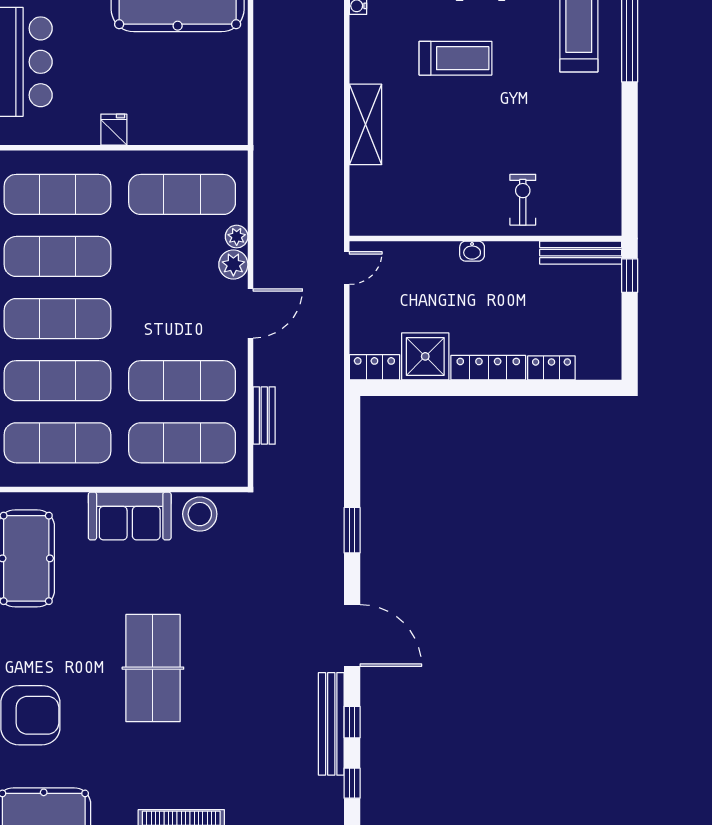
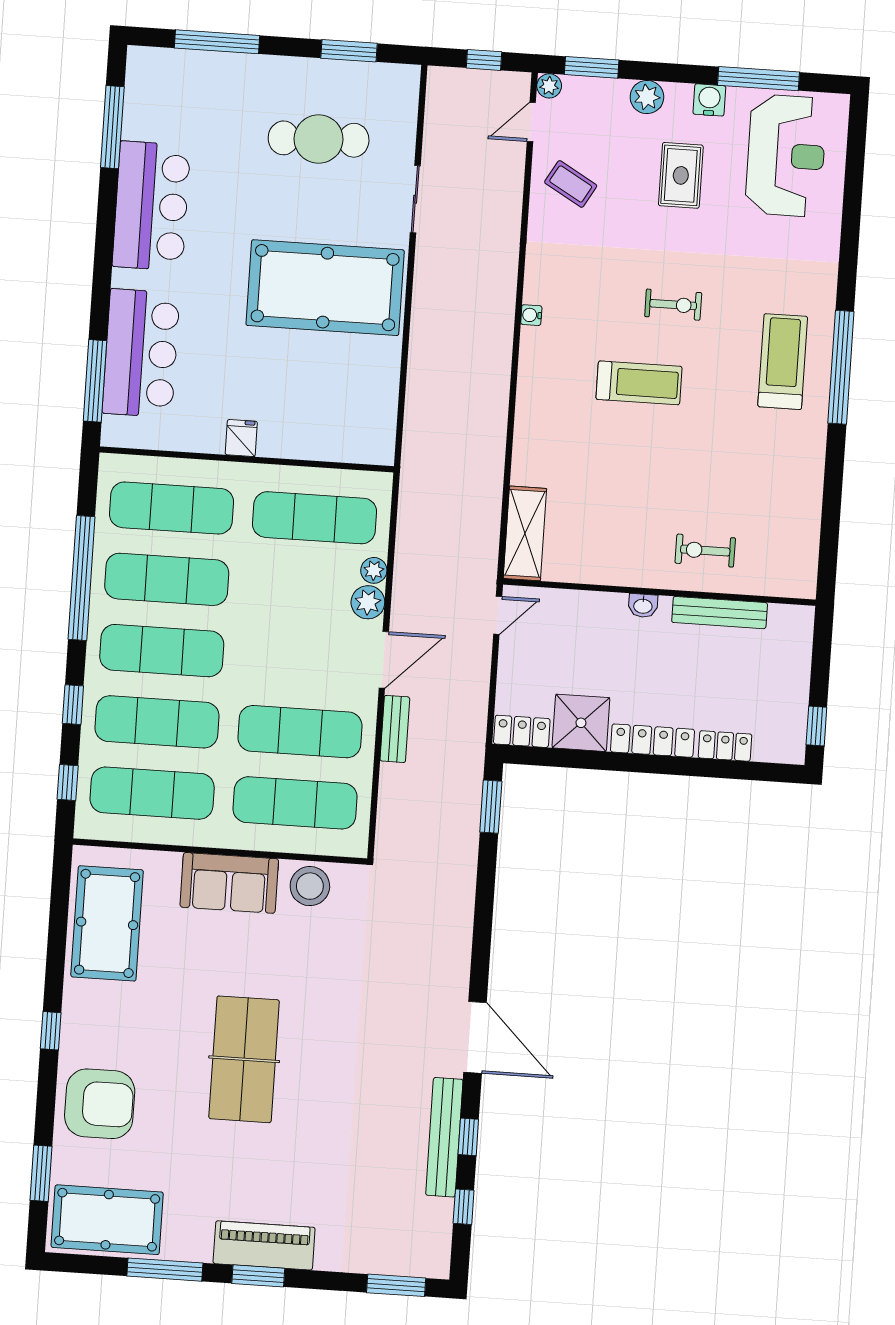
shelving: (365, 124) -> (525, 533), moved
exercise bike: (523, 200) -> (705, 551), turned -90
bench: (581, 253) -> (720, 613), moved
window: (630, 276) -> (816, 726), moved
bench: (264, 415) -> (395, 729), moved
window: (352, 530) -> (491, 807), moved

